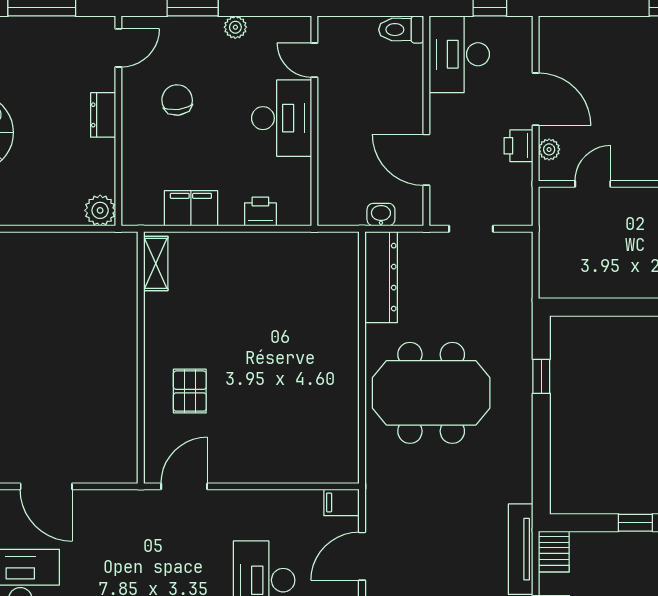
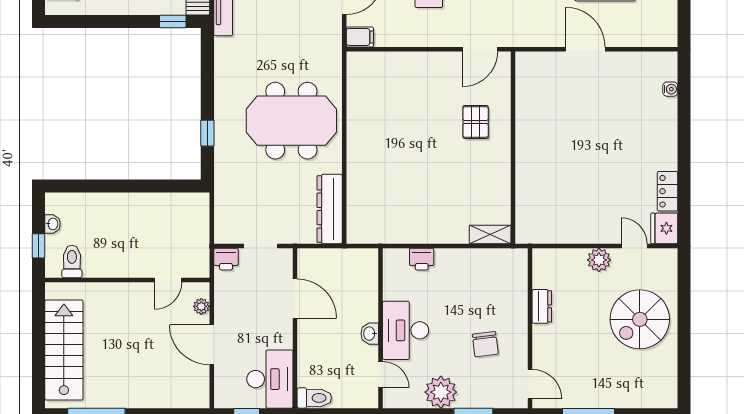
plant: (235, 27) -> (441, 392), width x1.88, depth x1.88
door: (118, 48) -> (530, 384), swing flipped
dresser: (103, 115) -> (542, 306), moved
printer: (518, 146) -> (226, 259), moved, turned 90
filing cabinet: (191, 208) -> (475, 262), removed
plant: (100, 210) -> (599, 260), moved
washbasin: (381, 215) -> (370, 334), moved, turned 90
shelving: (156, 263) -> (490, 234), moved, turned 90
window: (635, 523) -> (173, 21), moved

